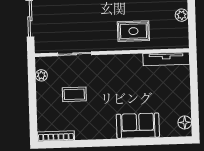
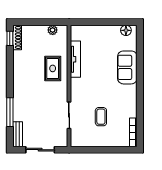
plant: (182, 15) -> (53, 30), moved
tv unit: (166, 59) -> (75, 59), moved
plant: (41, 75) -> (85, 142), removed

